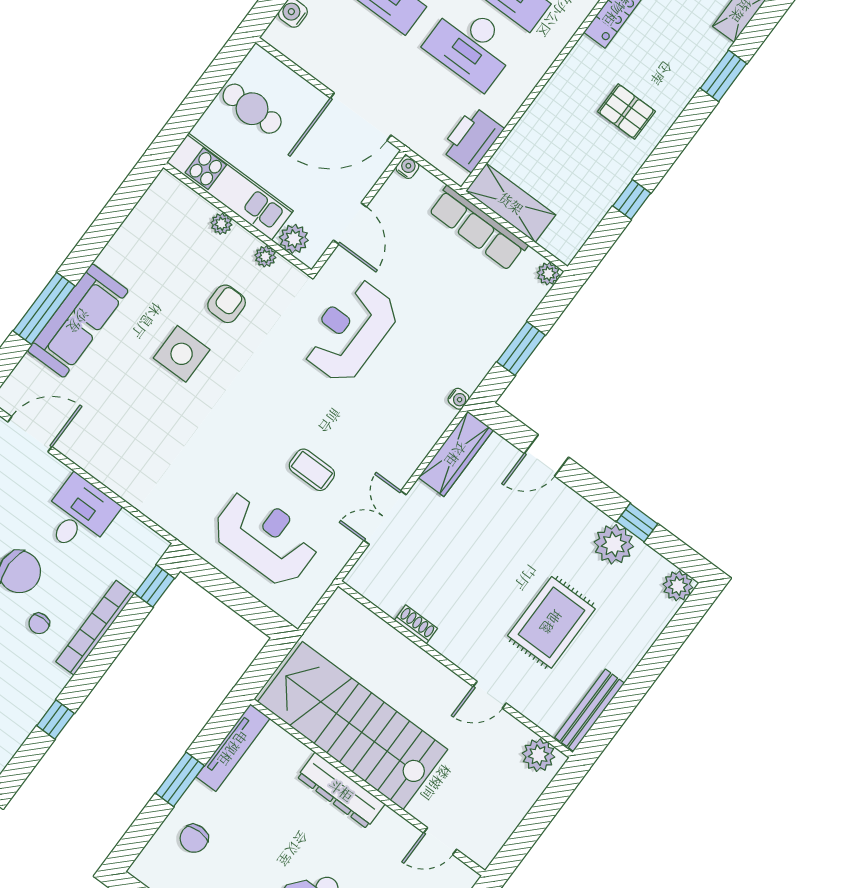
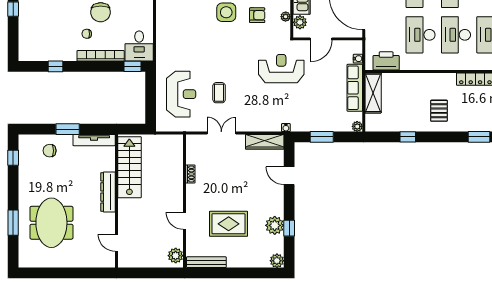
water cooler: (407, 167) -> (358, 59), moved
desk: (79, 515) -> (139, 46), moved, turned 90
stairs: (353, 726) -> (129, 167), width x0.73, depth x0.66

